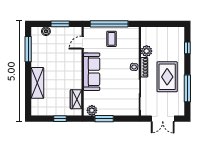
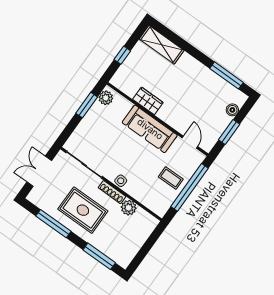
window: (187, 48) -> (99, 256), width x2.17
shelving: (37, 83) -> (162, 45), moved
wardrobe: (76, 99) -> (148, 101), moved

